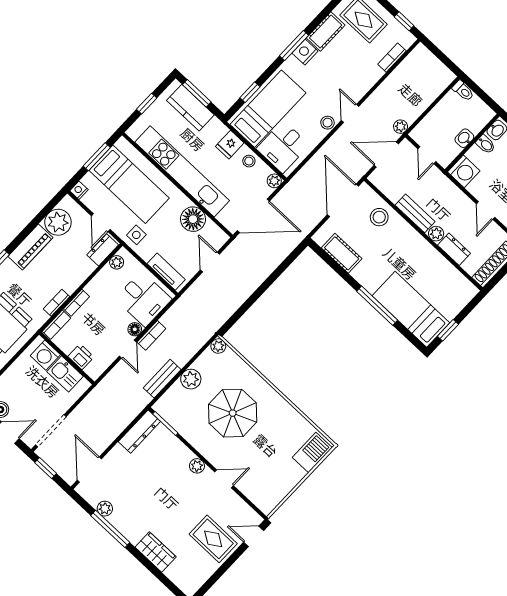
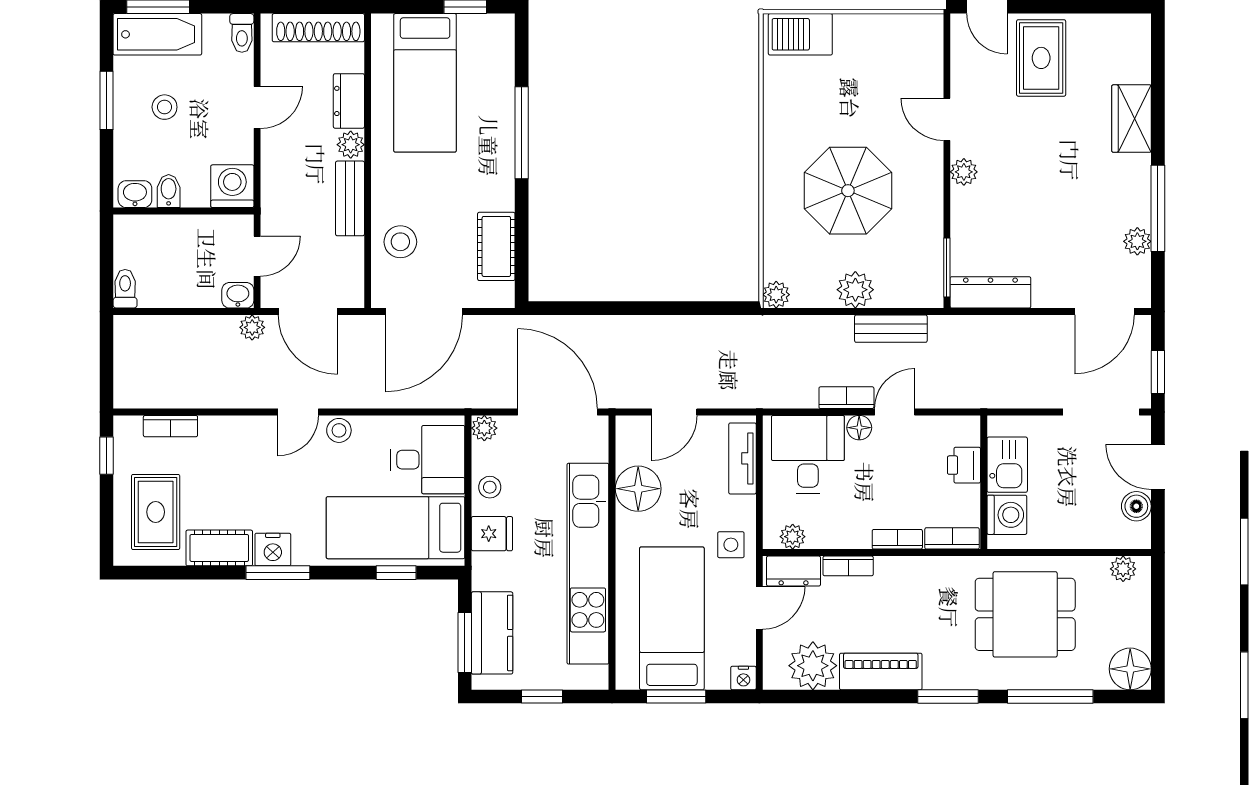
washbasin: (464, 138) -> (238, 295), moved, turned 180
bookcase: (57, 303) -> (848, 566), moved
bed: (411, 309) -> (425, 83), moved

